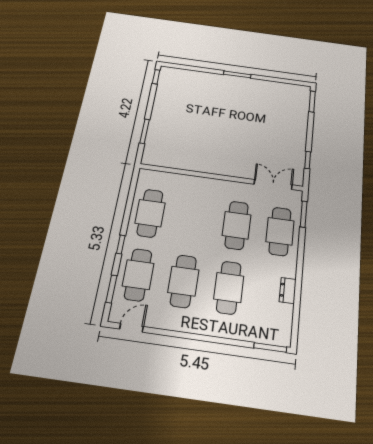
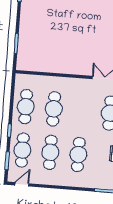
cafe table: (237, 225) -> (54, 109), moved

